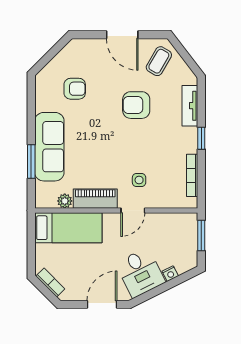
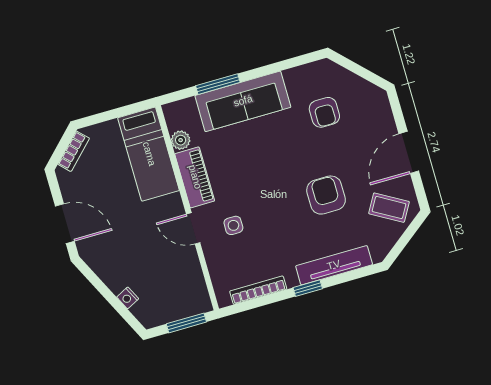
tv unit: (190, 106) -> (334, 265), width x1.41
desk: (140, 273) -> (118, 260), removed

